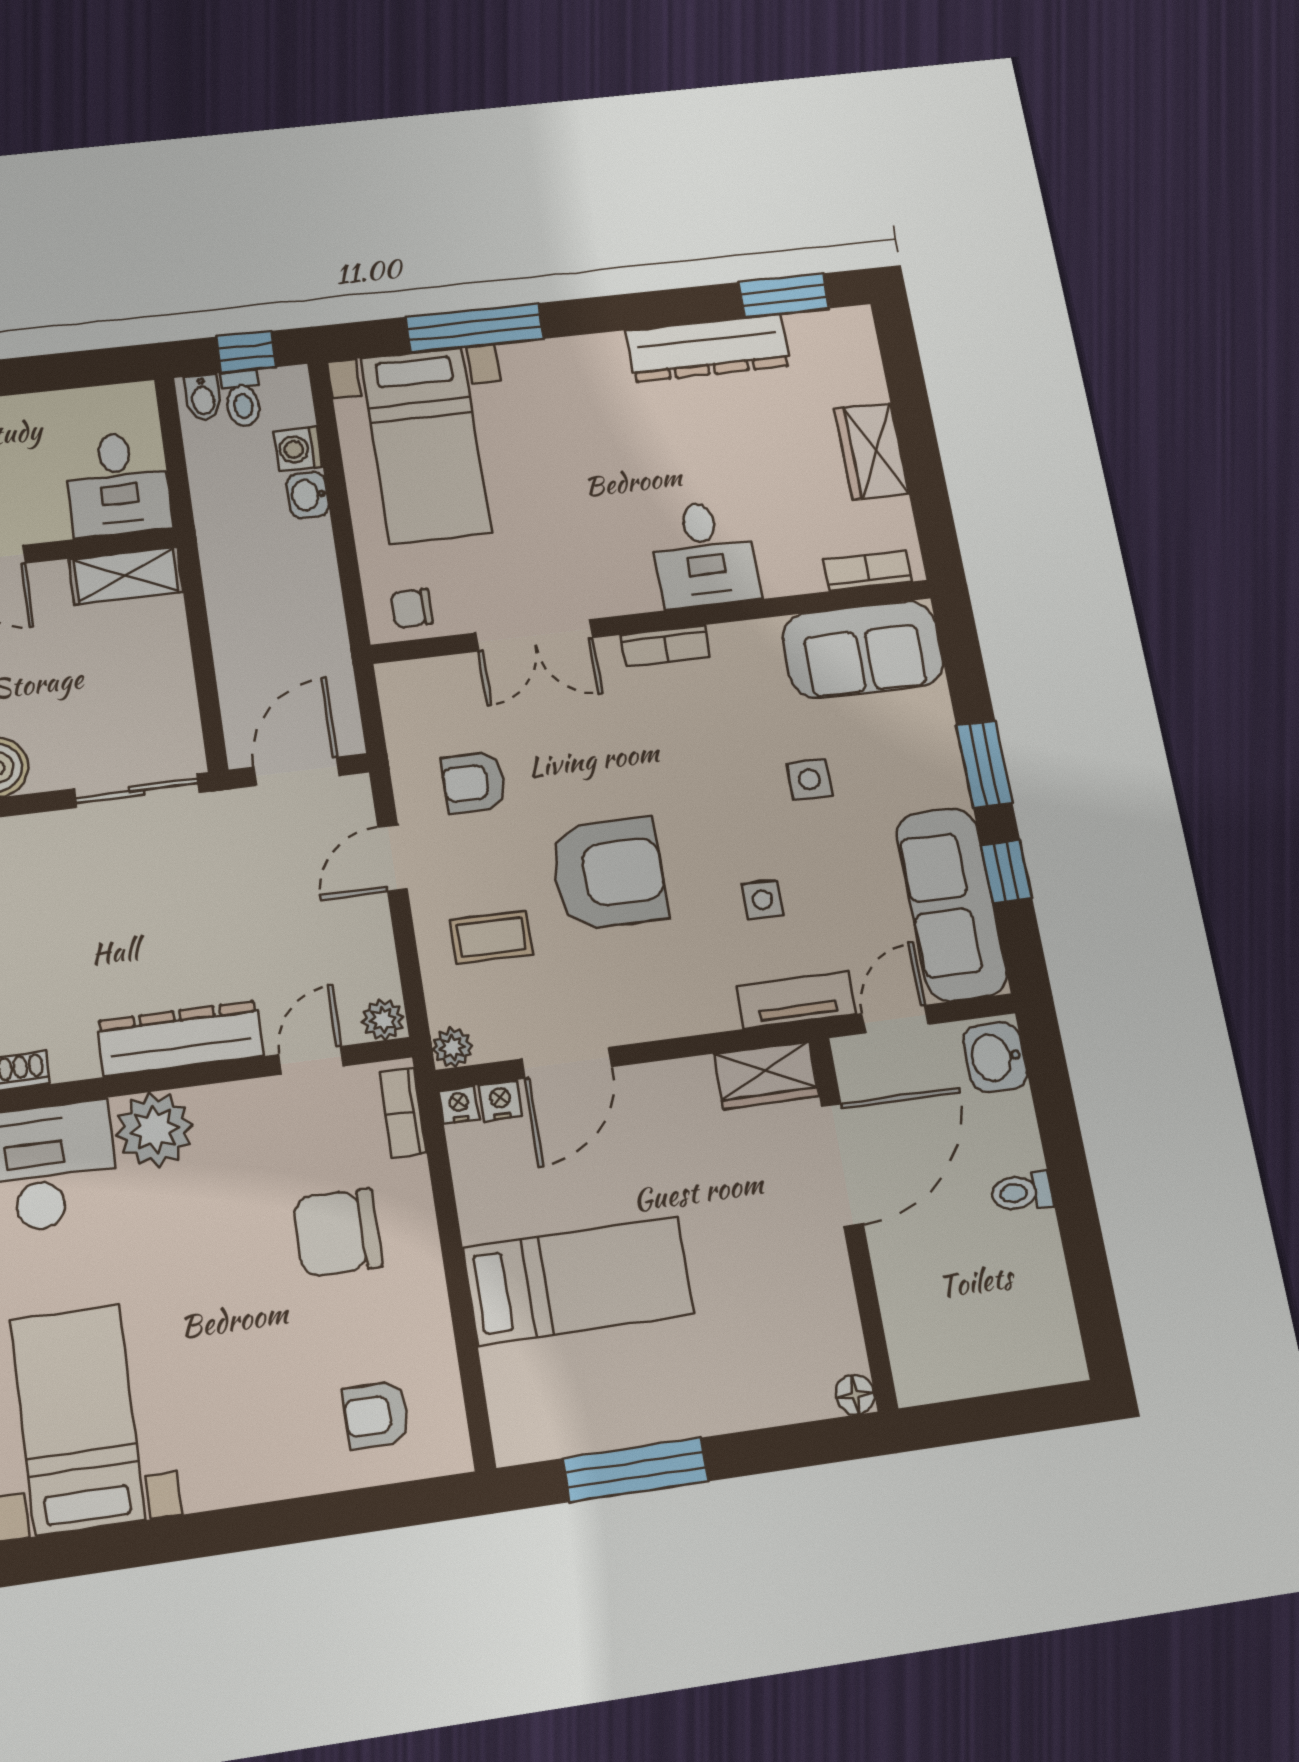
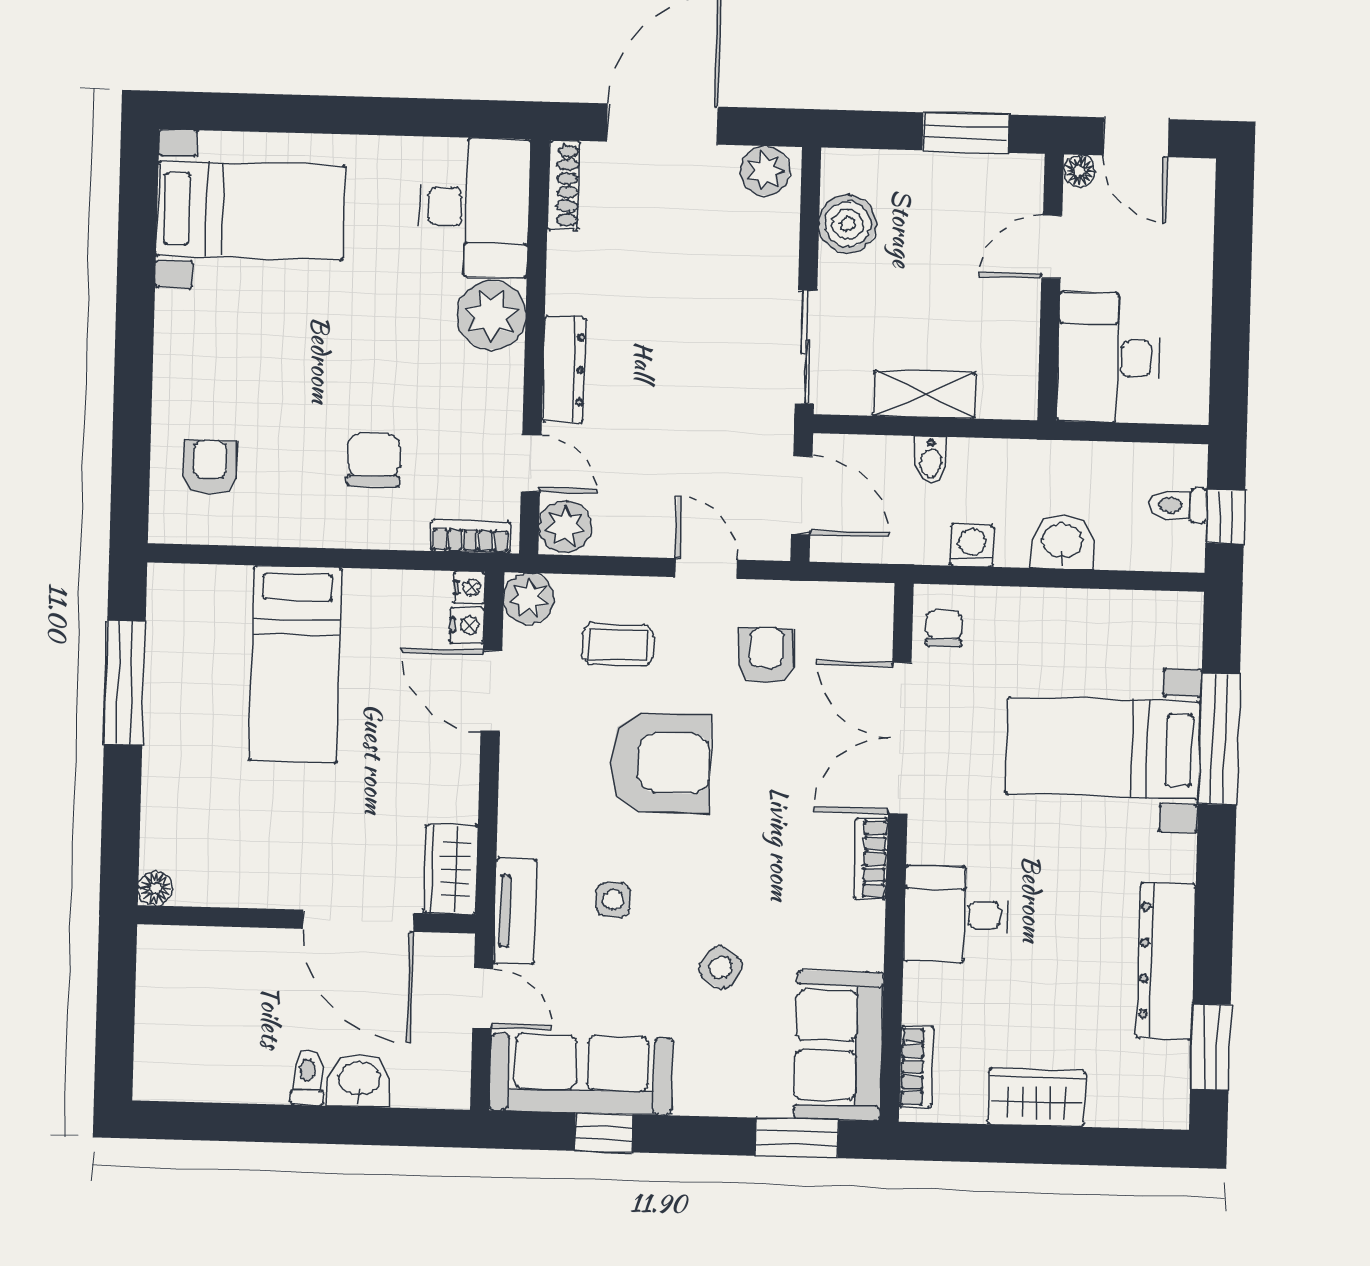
bidet: (203, 397) -> (931, 460), moved, turned -90
bed with nightstands: (426, 445) -> (1103, 748), moved
washing machine: (298, 449) -> (972, 545), moved
desk: (118, 484) -> (1109, 358), width x1.37
washbasin: (308, 495) -> (1063, 542), width x1.38, depth x1.45
shelving: (126, 575) -> (924, 394), moved, turned 90
double door: (534, 635) -> (900, 738), width x1.37
window: (984, 764) -> (797, 1138), moved
side table: (809, 779) -> (721, 968), turned 34
armchair: (608, 874) -> (660, 763), turned -90
coffee table: (491, 937) -> (618, 645), turned 90
plant: (383, 1020) -> (565, 526), width x1.38, depth x1.38
dresser: (180, 1039) -> (564, 369), width x0.73, depth x0.80
plant: (452, 1047) -> (529, 598), width x1.38, depth x1.38
washbasin: (995, 1057) -> (359, 1080), moved
chair: (337, 1233) -> (374, 460), width x0.73, depth x0.73

